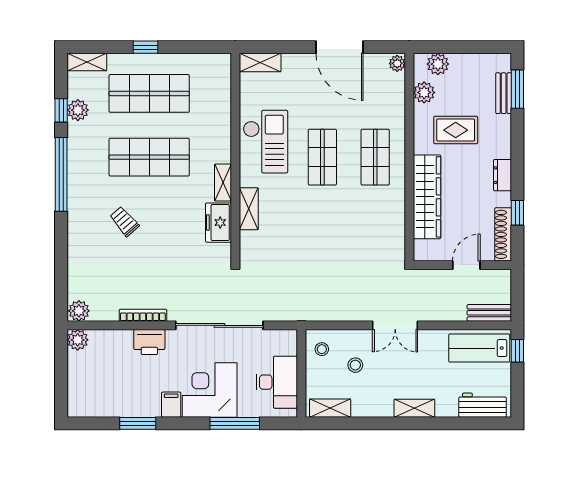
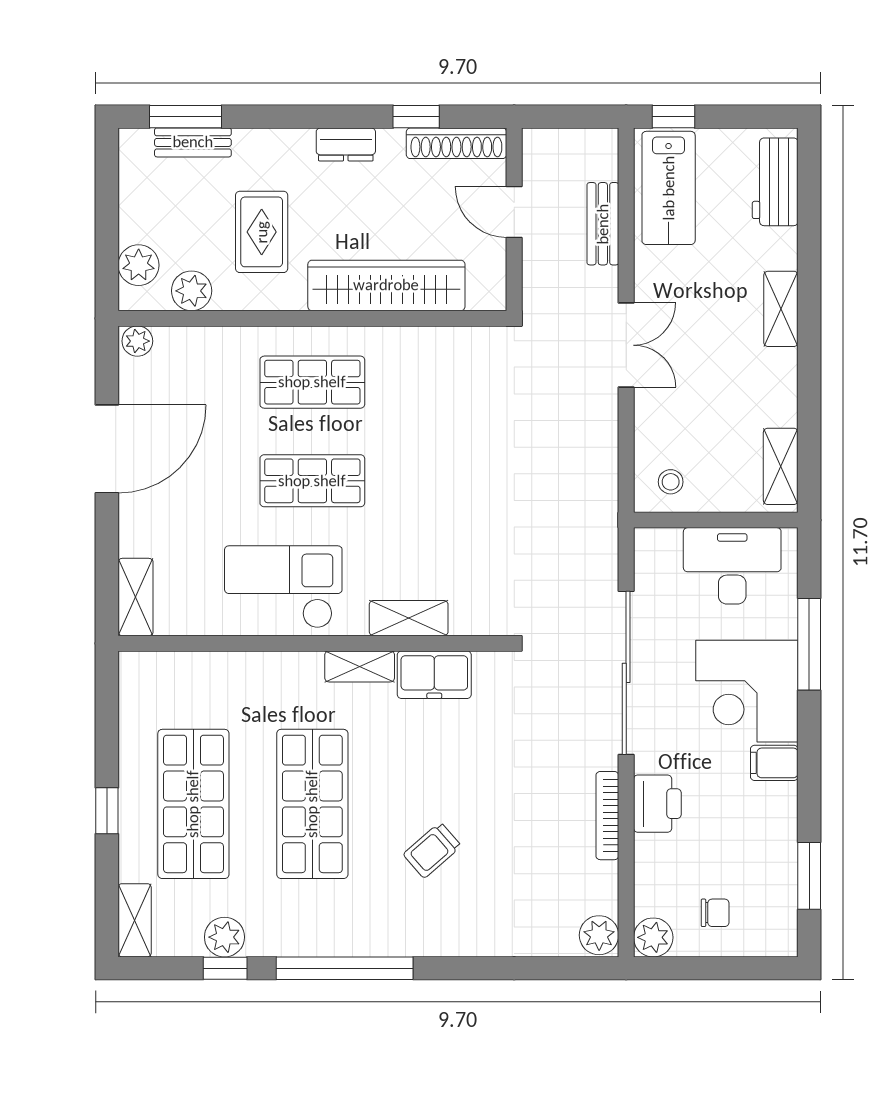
bench: (489, 313) -> (603, 224), moved
stool: (355, 365) -> (700, 419), removed
chair: (91, 373) -> (715, 913), added
window: (138, 423) -> (809, 876), moved

